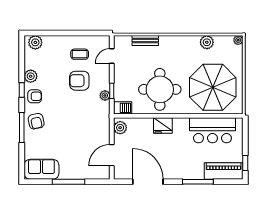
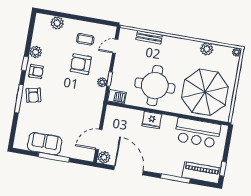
plant: (35, 42) -> (57, 23), moved
plant: (120, 128) -> (104, 157), moved
sofa: (41, 169) -> (45, 144), moved

